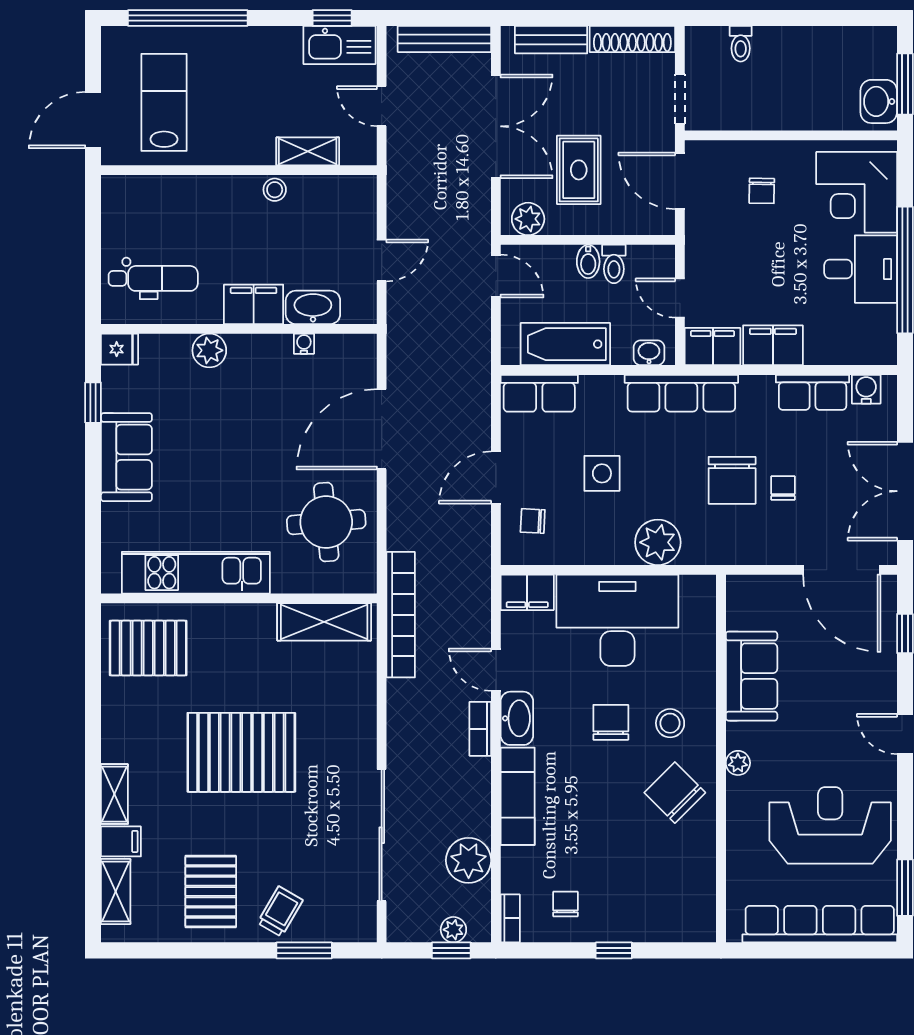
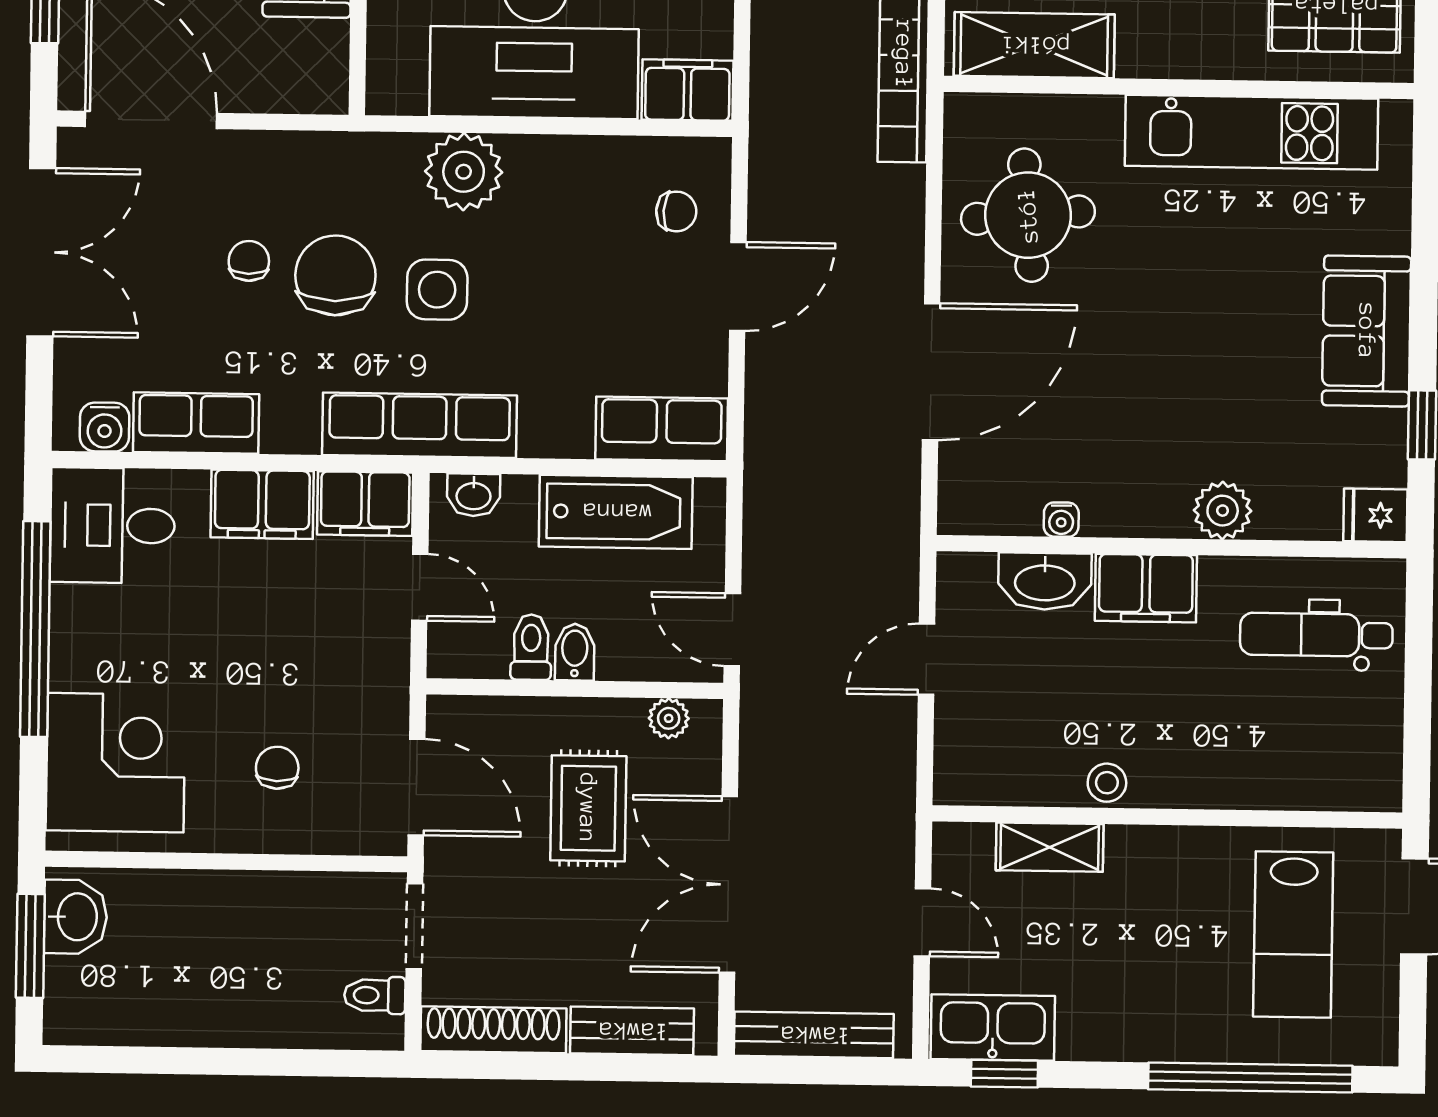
toilet: (741, 44) -> (375, 995), moved, turned -90
plant: (528, 219) -> (669, 718), width x0.73, depth x0.73
desk: (861, 269) -> (112, 525), moved
side table: (602, 473) -> (437, 290), moved
chair: (783, 488) -> (249, 261), turned 180

